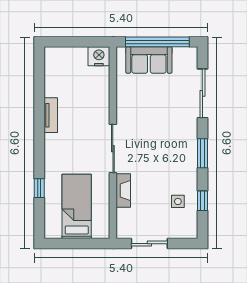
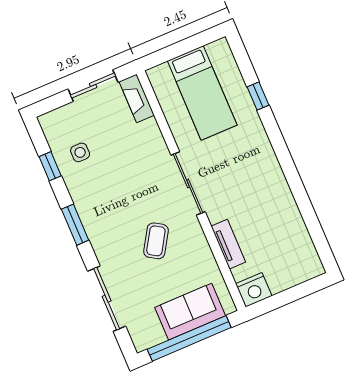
tv unit: (51, 115) -> (228, 244), moved, turned 180
coffee table: (152, 119) -> (156, 241), added
fireplace: (123, 191) -> (137, 98), moved

